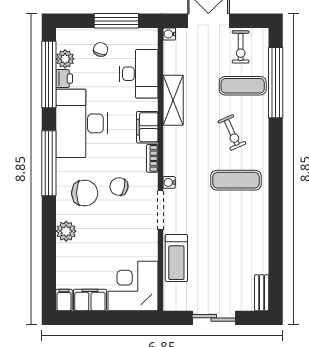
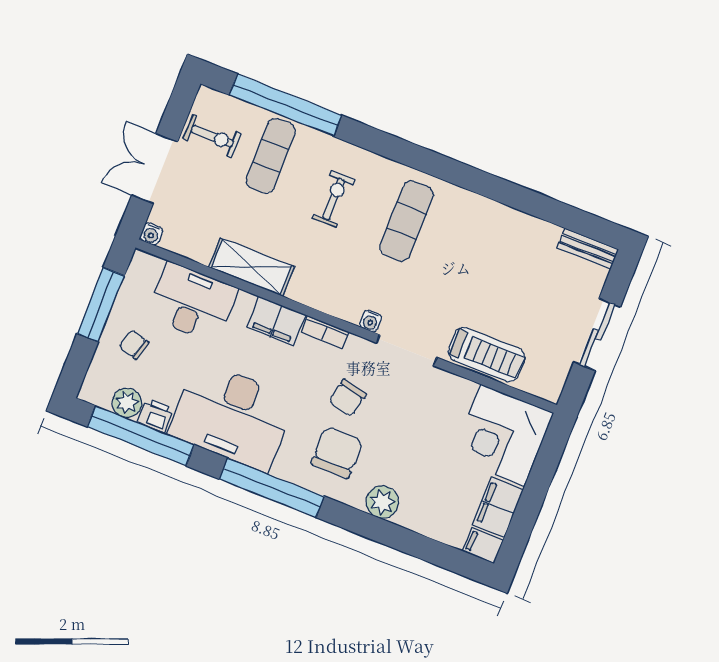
exercise bike: (232, 132) -> (334, 199), turned -66

